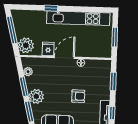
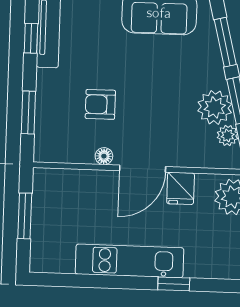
kitchen unit: (78, 18) -> (129, 261), width x0.73
plant: (36, 96) -> (215, 107), moved
armchair: (78, 96) -> (100, 104), moved

